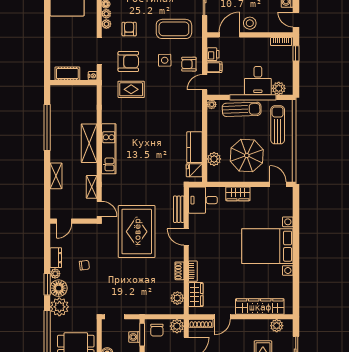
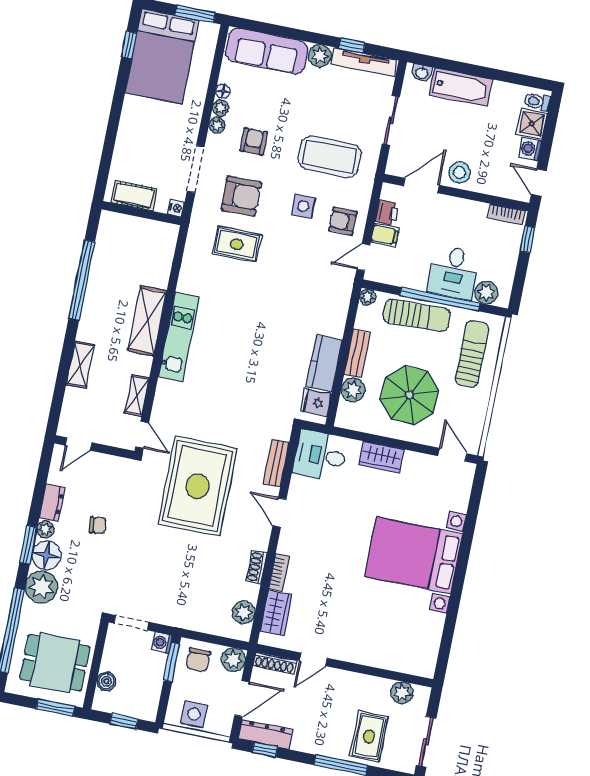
bench: (212, 138) -> (357, 354), added
wardrobe: (260, 307) -> (380, 655), removed
washing machine: (134, 337) -> (162, 643), moved

